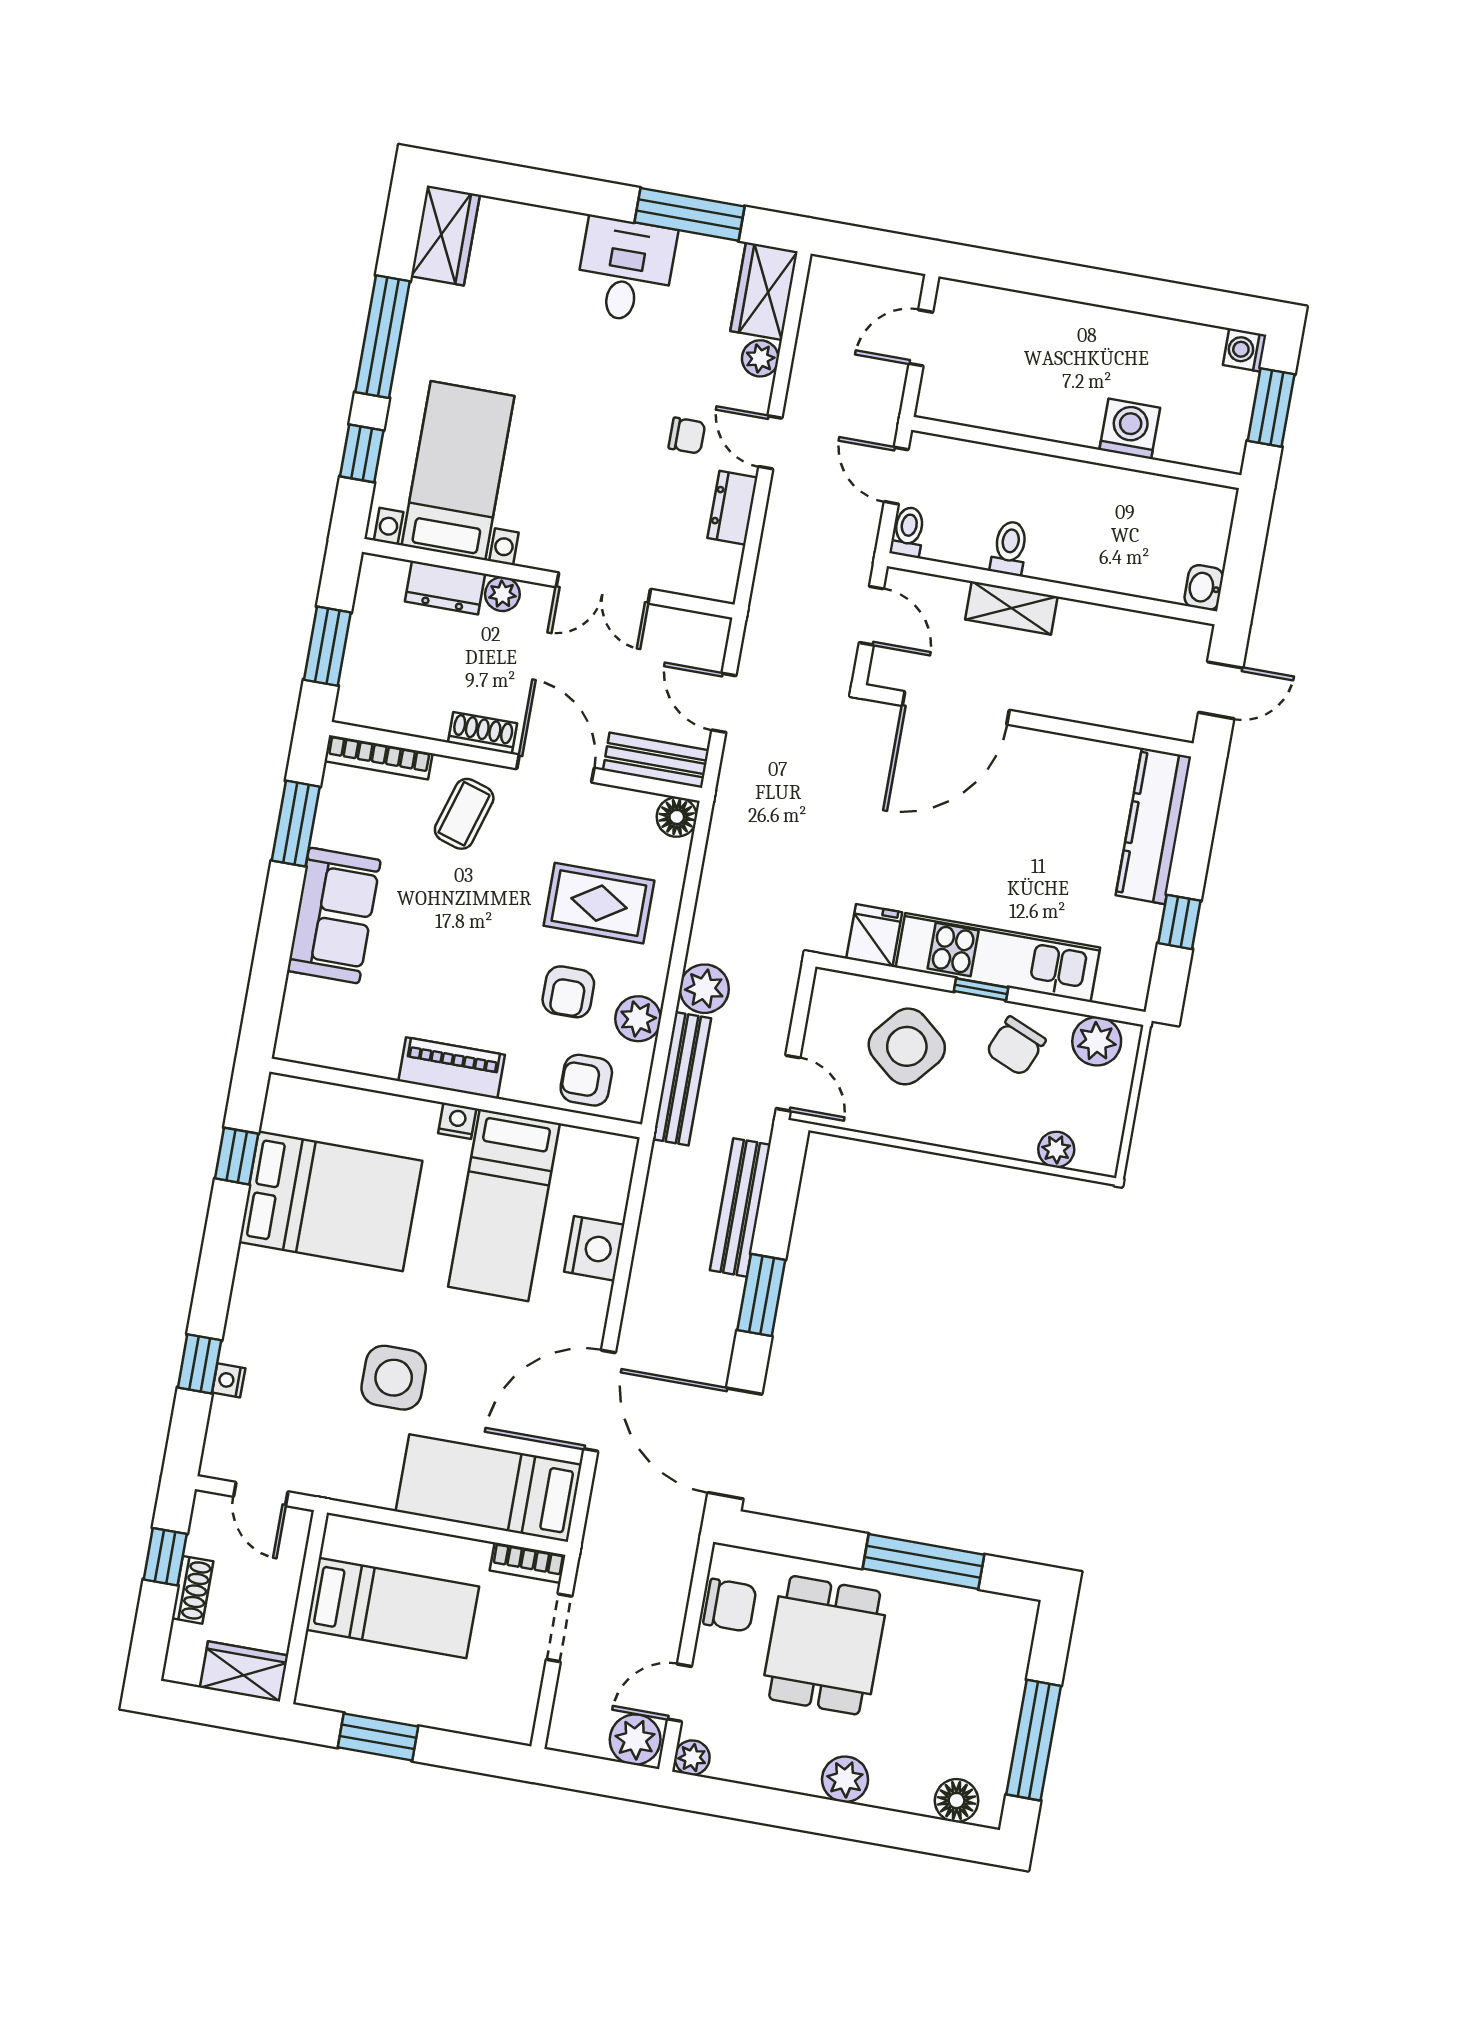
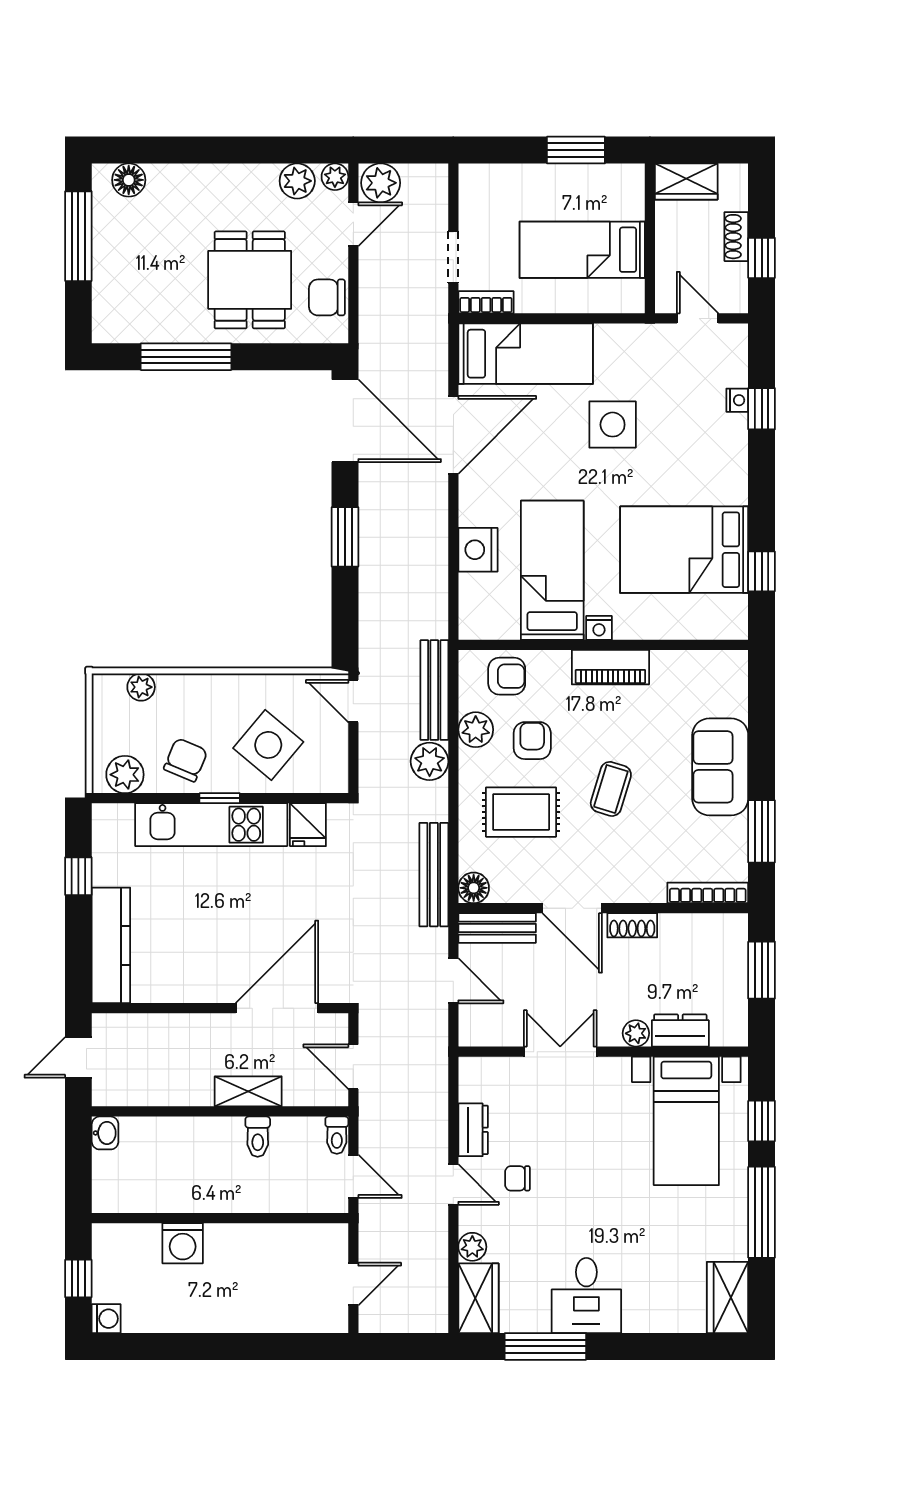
window: (1271, 408) -> (78, 1278), width x0.67
coffee table: (464, 814) -> (611, 789), moved
bench: (740, 1207) -> (434, 875), moved
plant: (845, 1779) -> (297, 181), moved

